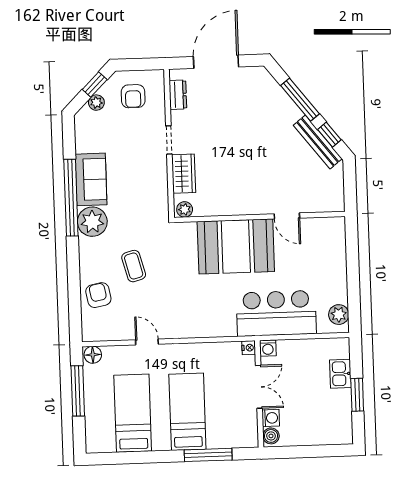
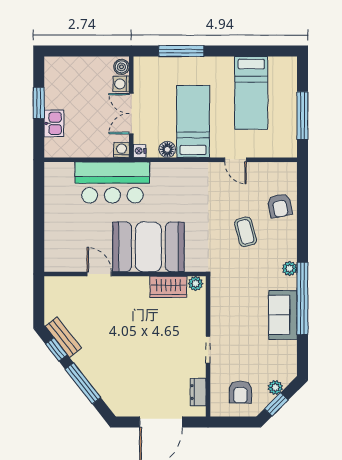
armchair: (133, 96) -> (240, 392), turned 180
bench: (318, 142) -> (63, 337), width x0.73
wardrobe: (184, 174) -> (168, 287), moved, turned -90
plant: (92, 222) -> (290, 269), width x0.53, depth x0.53
plant: (339, 315) -> (54, 179), removed
floor lamp: (93, 355) -> (167, 149), moved
bed: (187, 412) -> (193, 121), moved, turned 180

